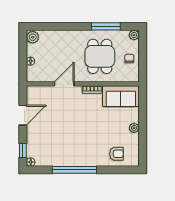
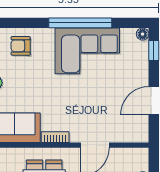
corner sofa: (69, 150) -> (87, 51), added

